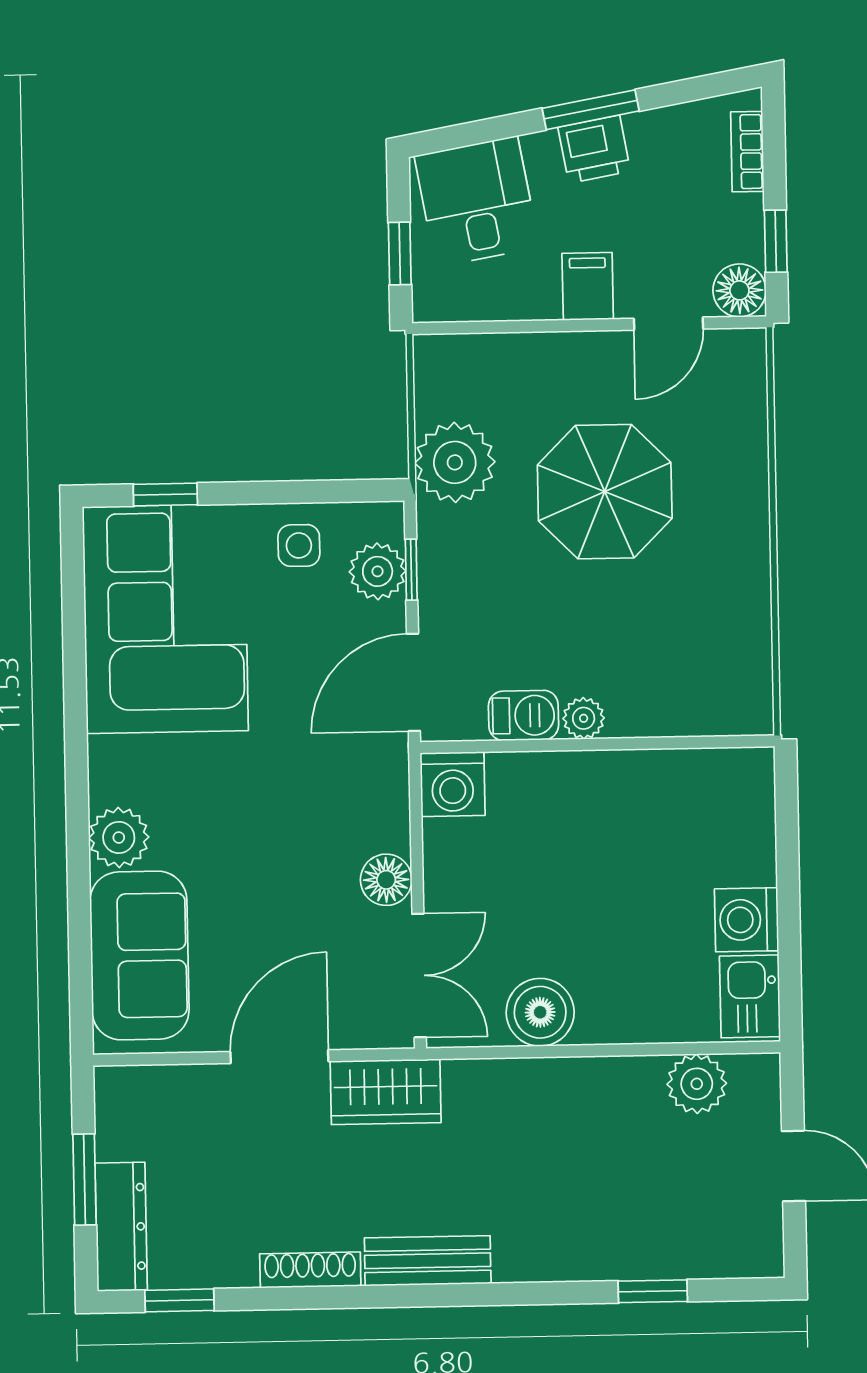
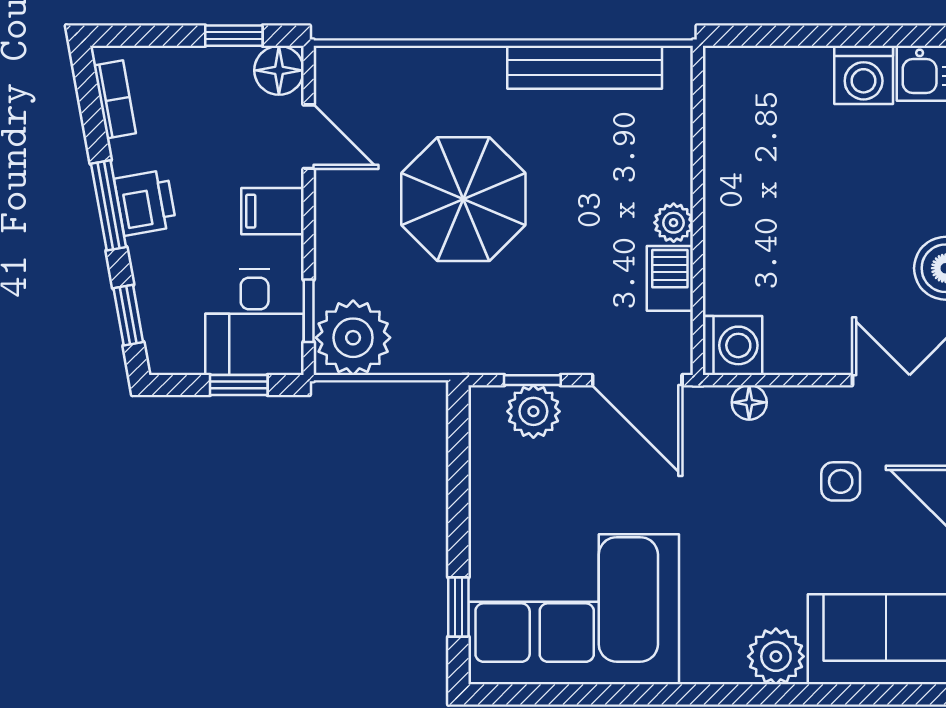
window: (473, 133) -> (128, 315), added
bookcase: (747, 152) -> (115, 99), moved, turned -100
desk: (477, 201) -> (255, 322), moved, turned -80
window: (481, 327) -> (309, 311), added
plant: (455, 462) -> (353, 338), moved
side table: (299, 545) -> (841, 481), moved
bench: (749, 619) -> (585, 67), added
floor lamp: (386, 880) -> (749, 402), moved, width x0.73, depth x0.73

